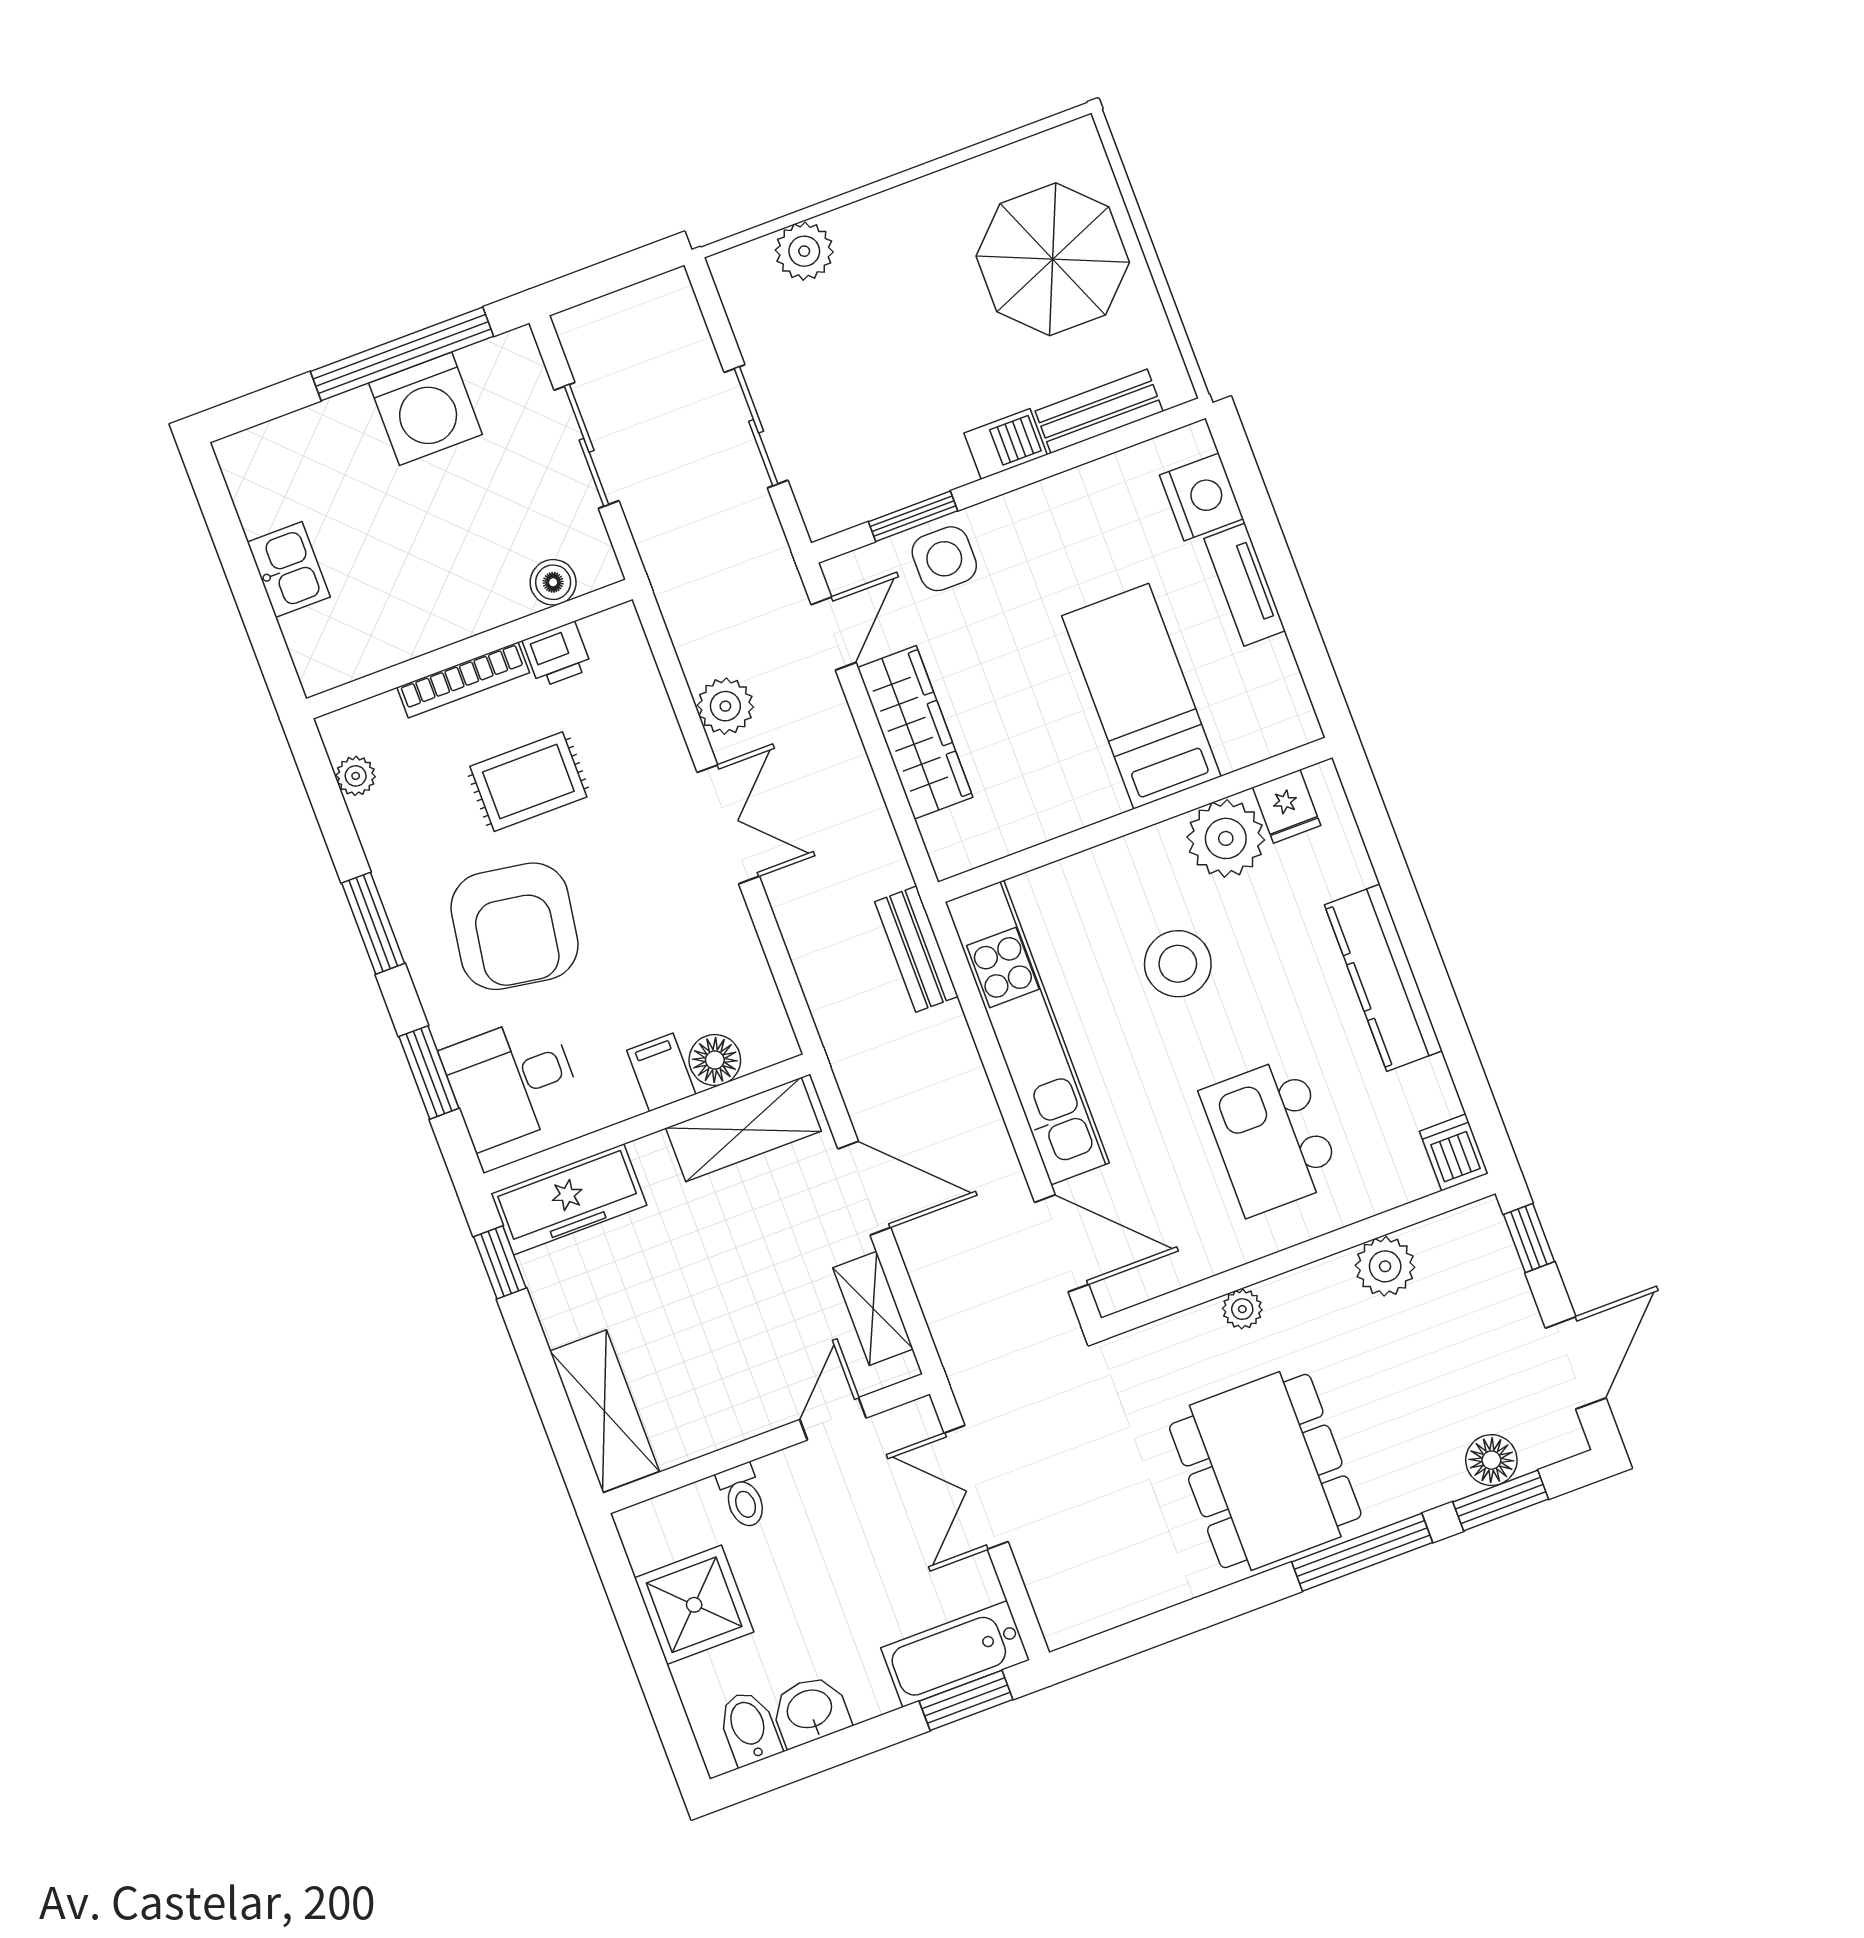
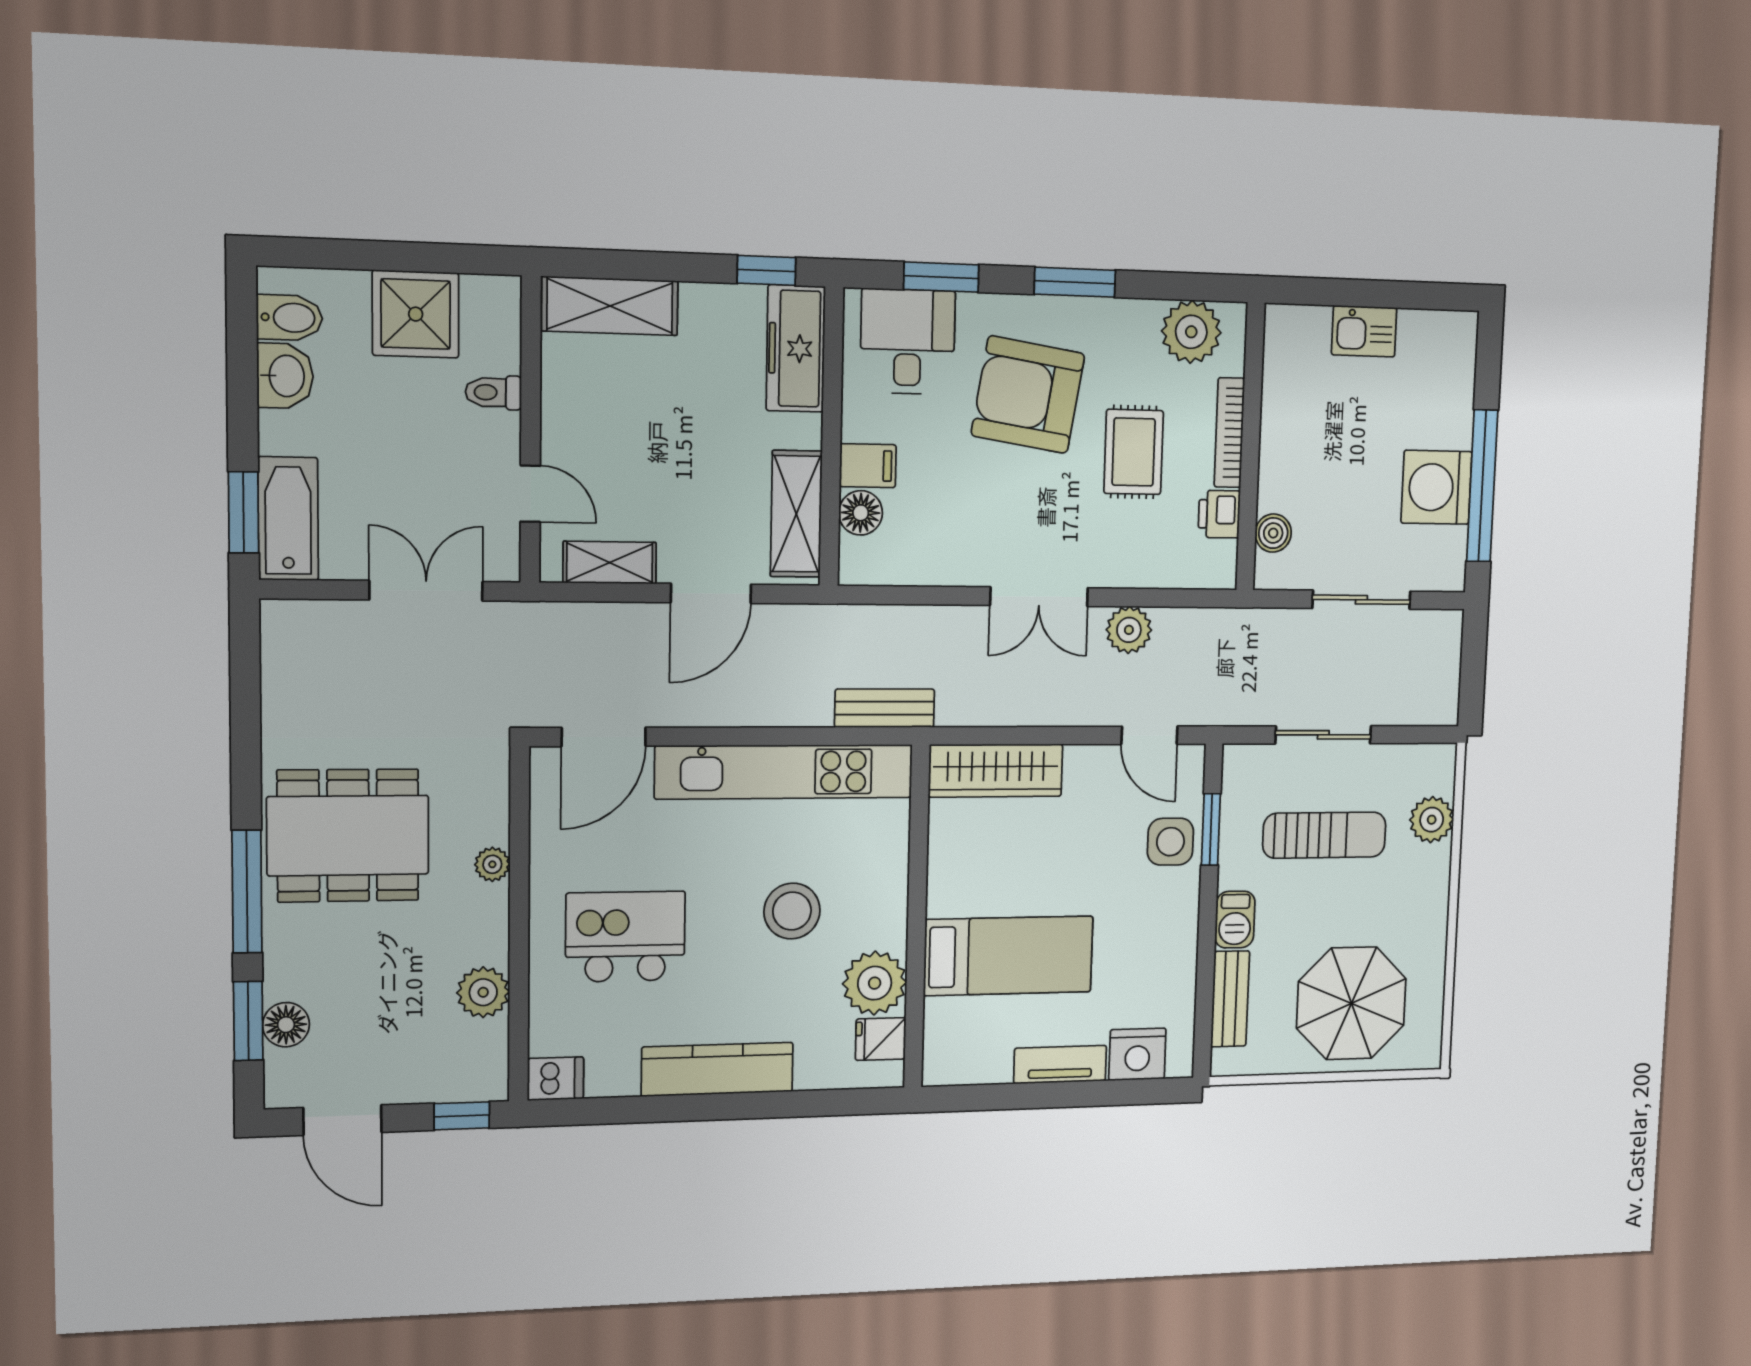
sun lounger: (870, 376) -> (1324, 835), added
wardrobe: (915, 732) -> (996, 771), moved
plant: (356, 776) -> (1191, 332), width x1.87, depth x1.87

